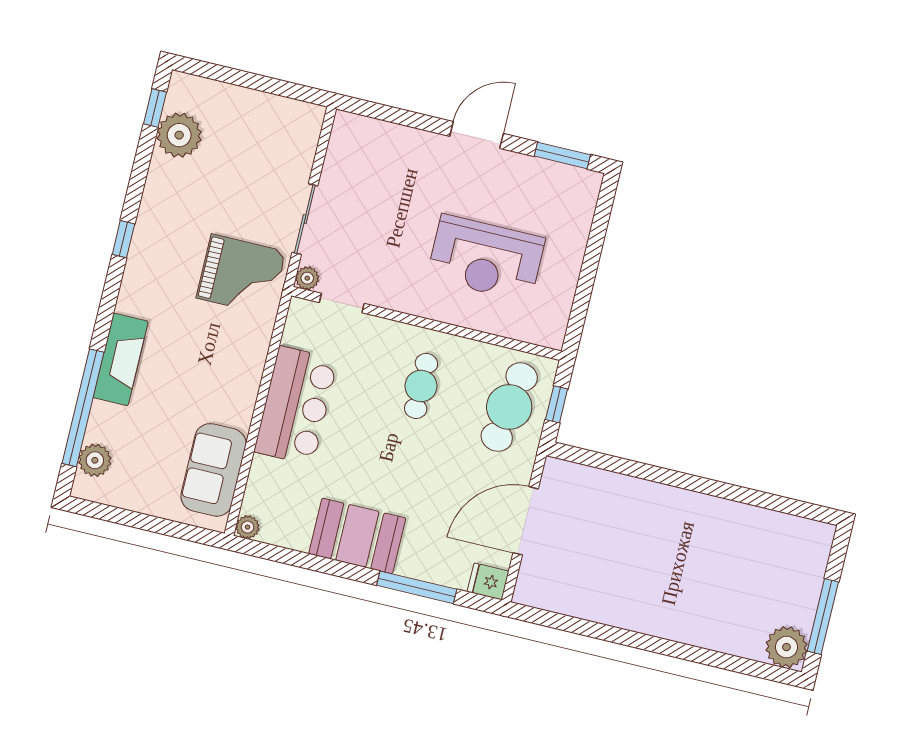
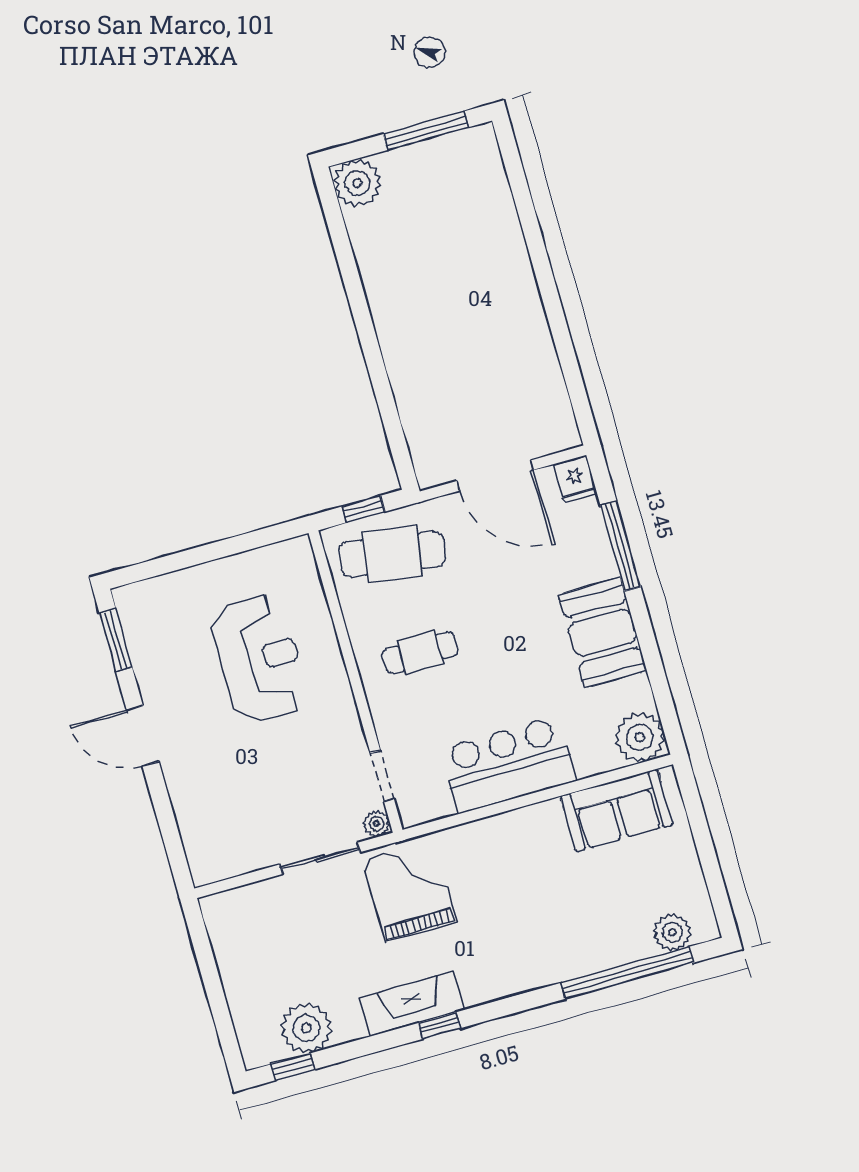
fireplace: (121, 359) -> (412, 1004), moved
plant: (248, 527) -> (640, 737), width x1.88, depth x1.88
plant: (786, 647) -> (357, 183), moved

